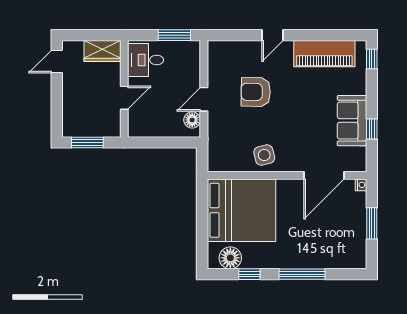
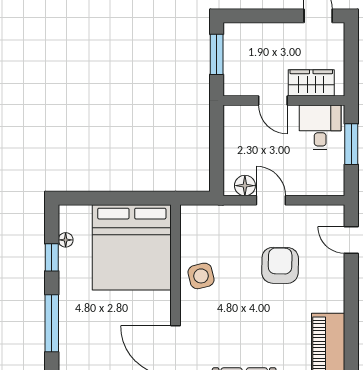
window: (174, 35) -> (351, 144), moved
door: (272, 35) -> (351, 240), moved
wardrobe: (102, 51) -> (311, 83), moved, turned 90
floor lamp: (230, 258) -> (66, 240), width x0.53, depth x0.53

